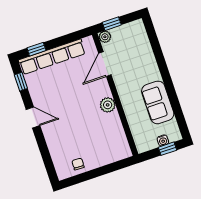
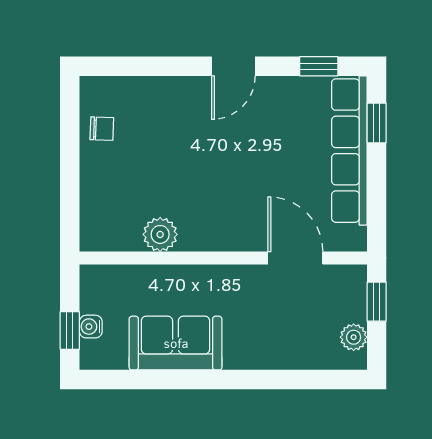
plant: (105, 37) -> (354, 337), moved
plant: (108, 105) -> (160, 234), moved

